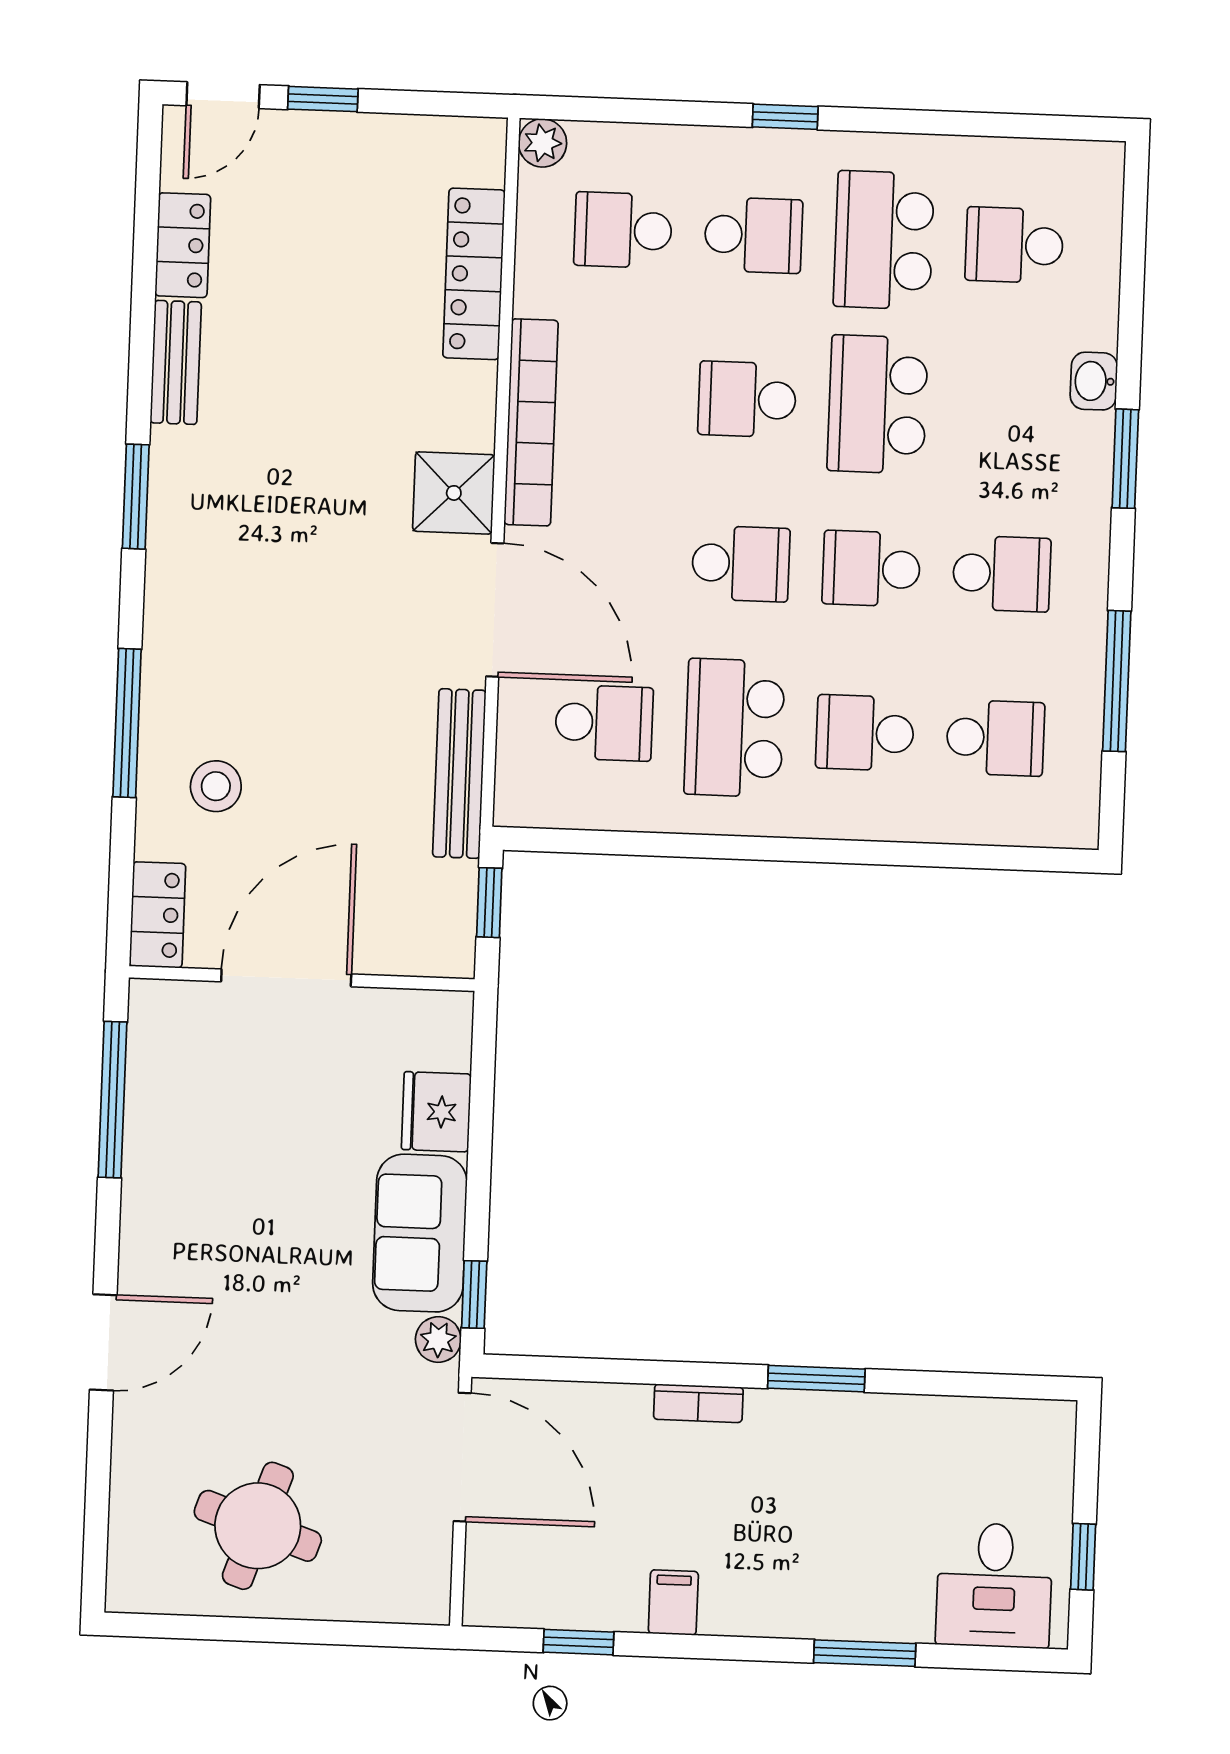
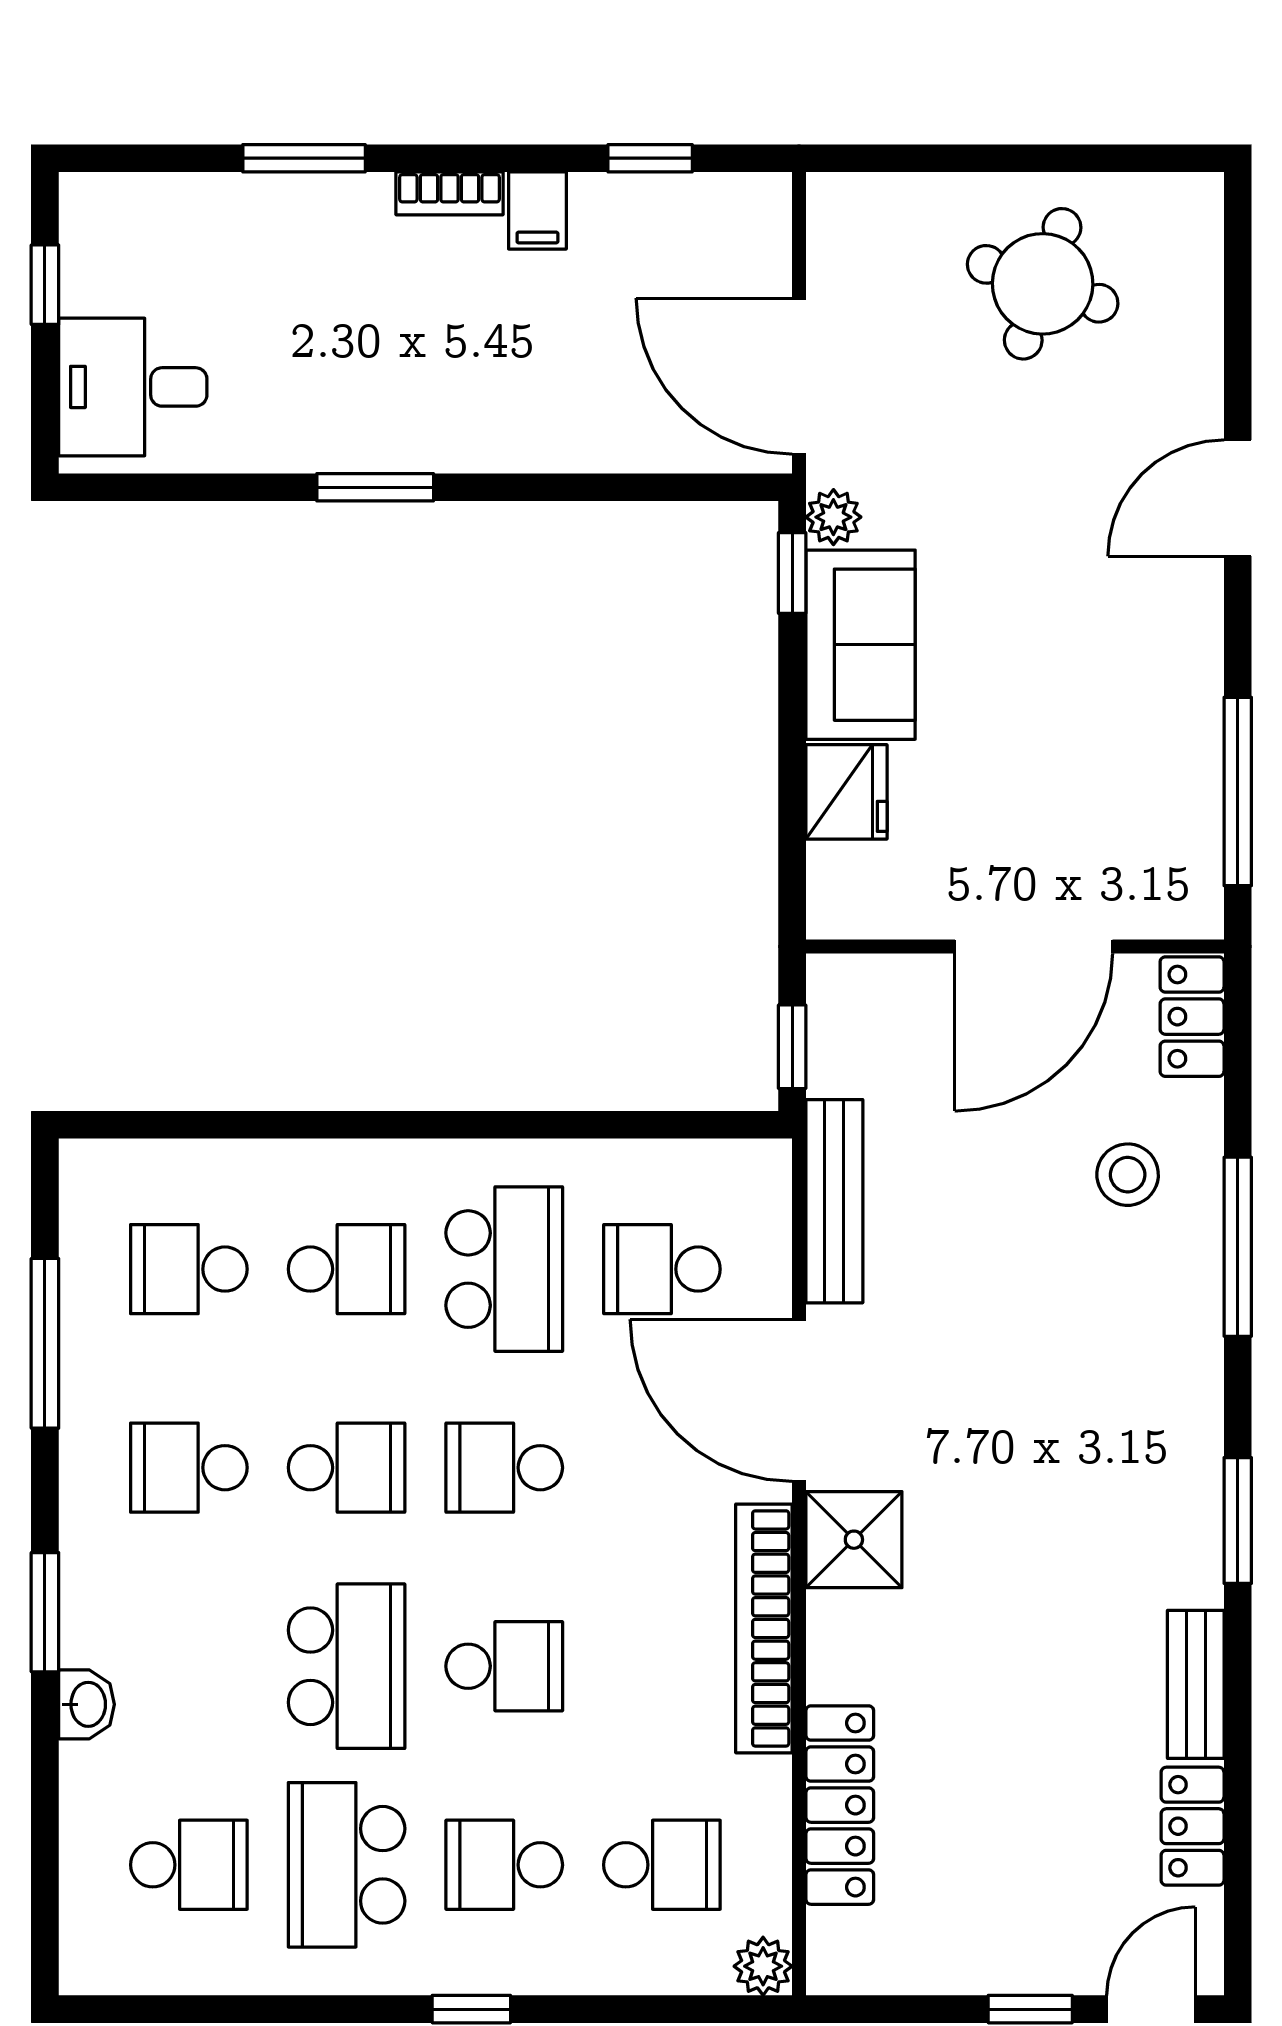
school desk: (884, 240) -> (347, 1865), turned 180
bookcase: (698, 1403) -> (449, 193), moved, turned 180
desk: (994, 1585) -> (133, 387), moved, turned -90

